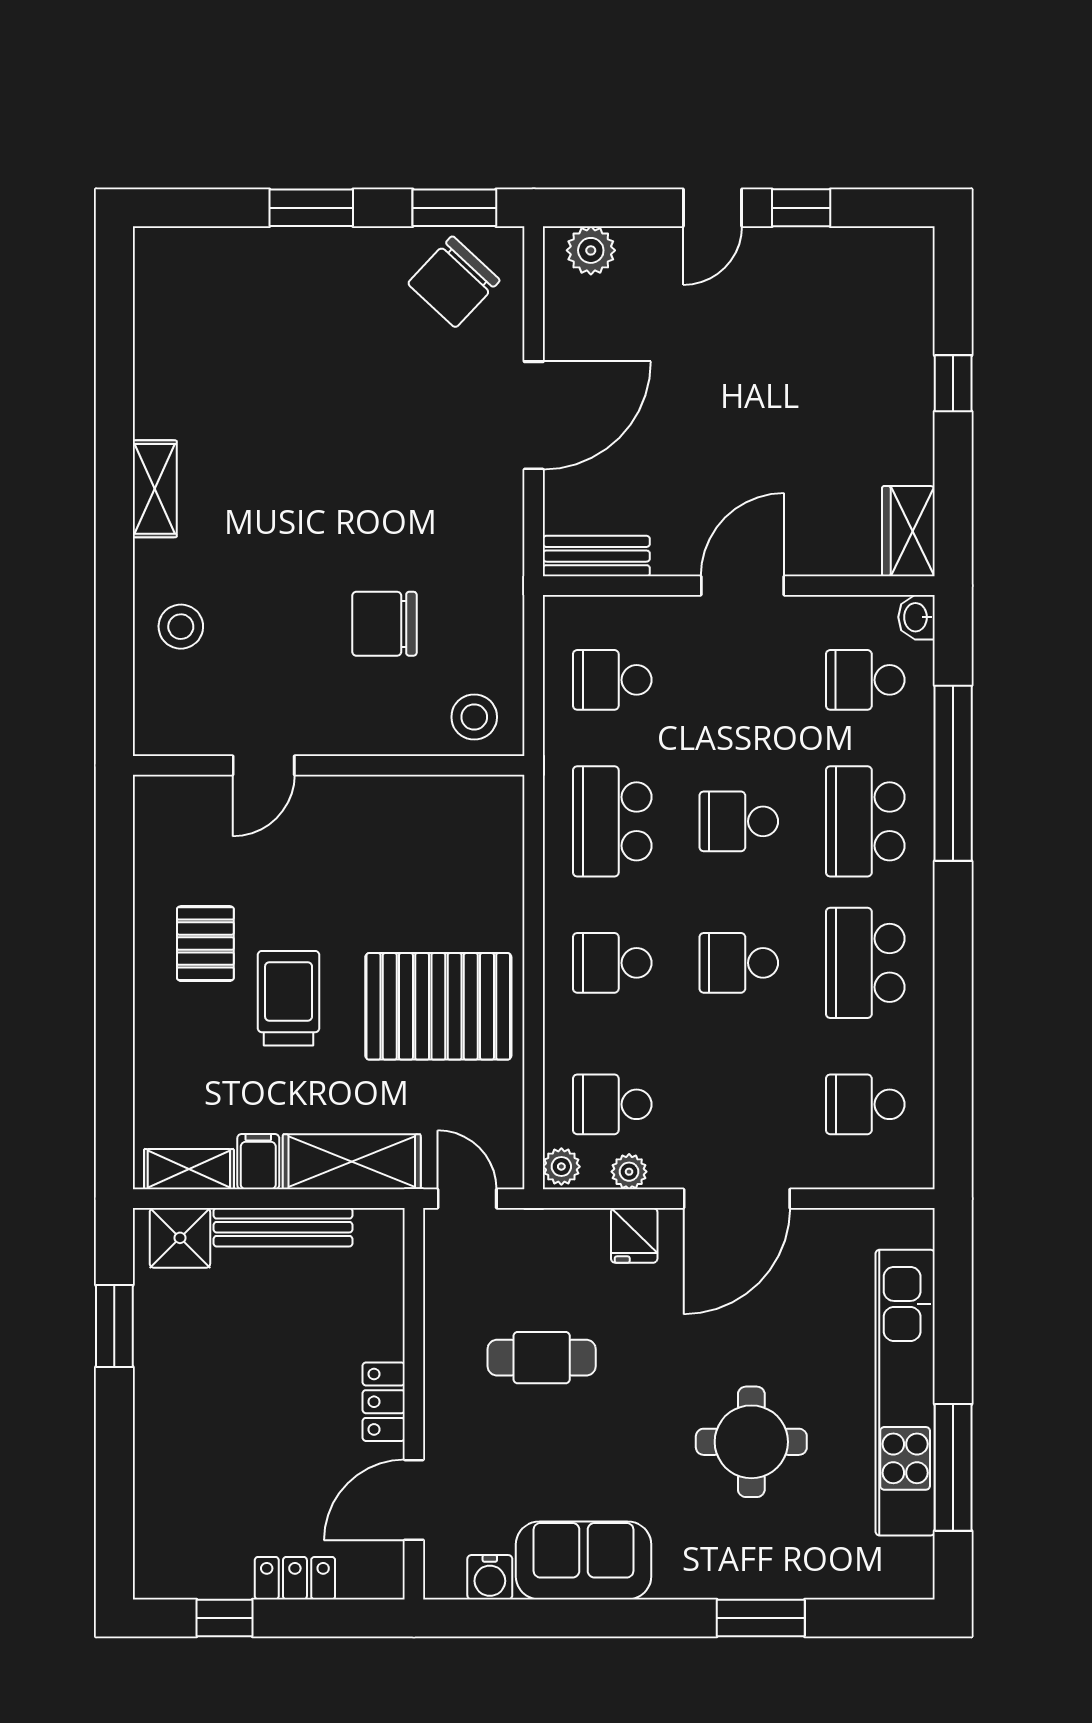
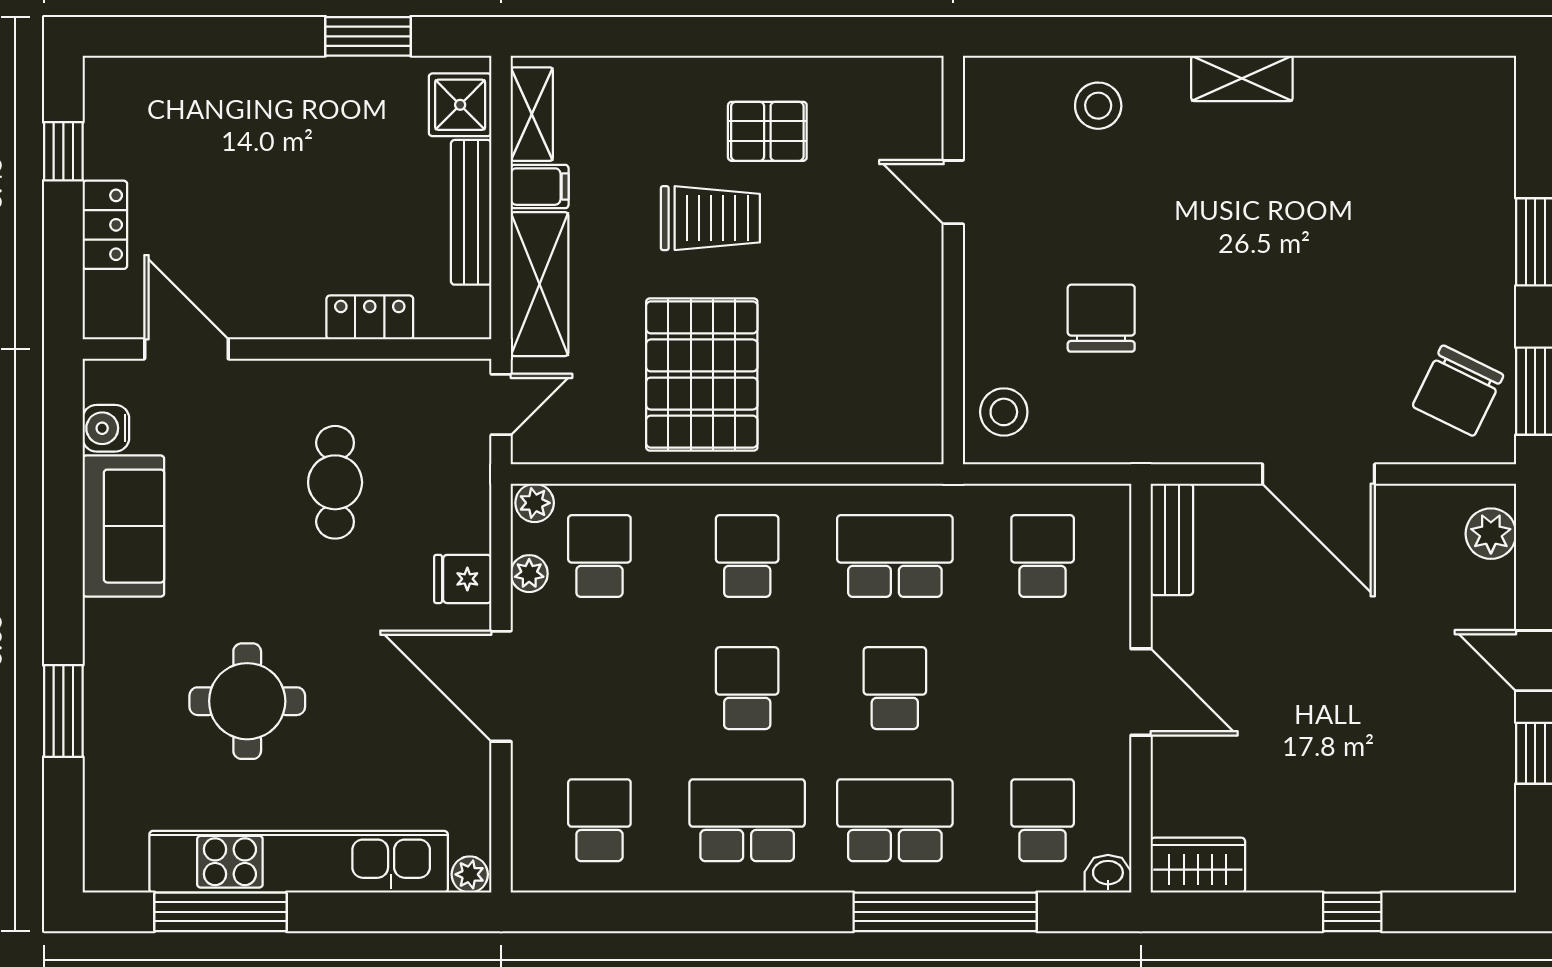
chair: (454, 282) -> (1458, 391), turned -107
plant: (917, 1229) -> (470, 874), added
locker: (384, 1402) -> (370, 317), moved

